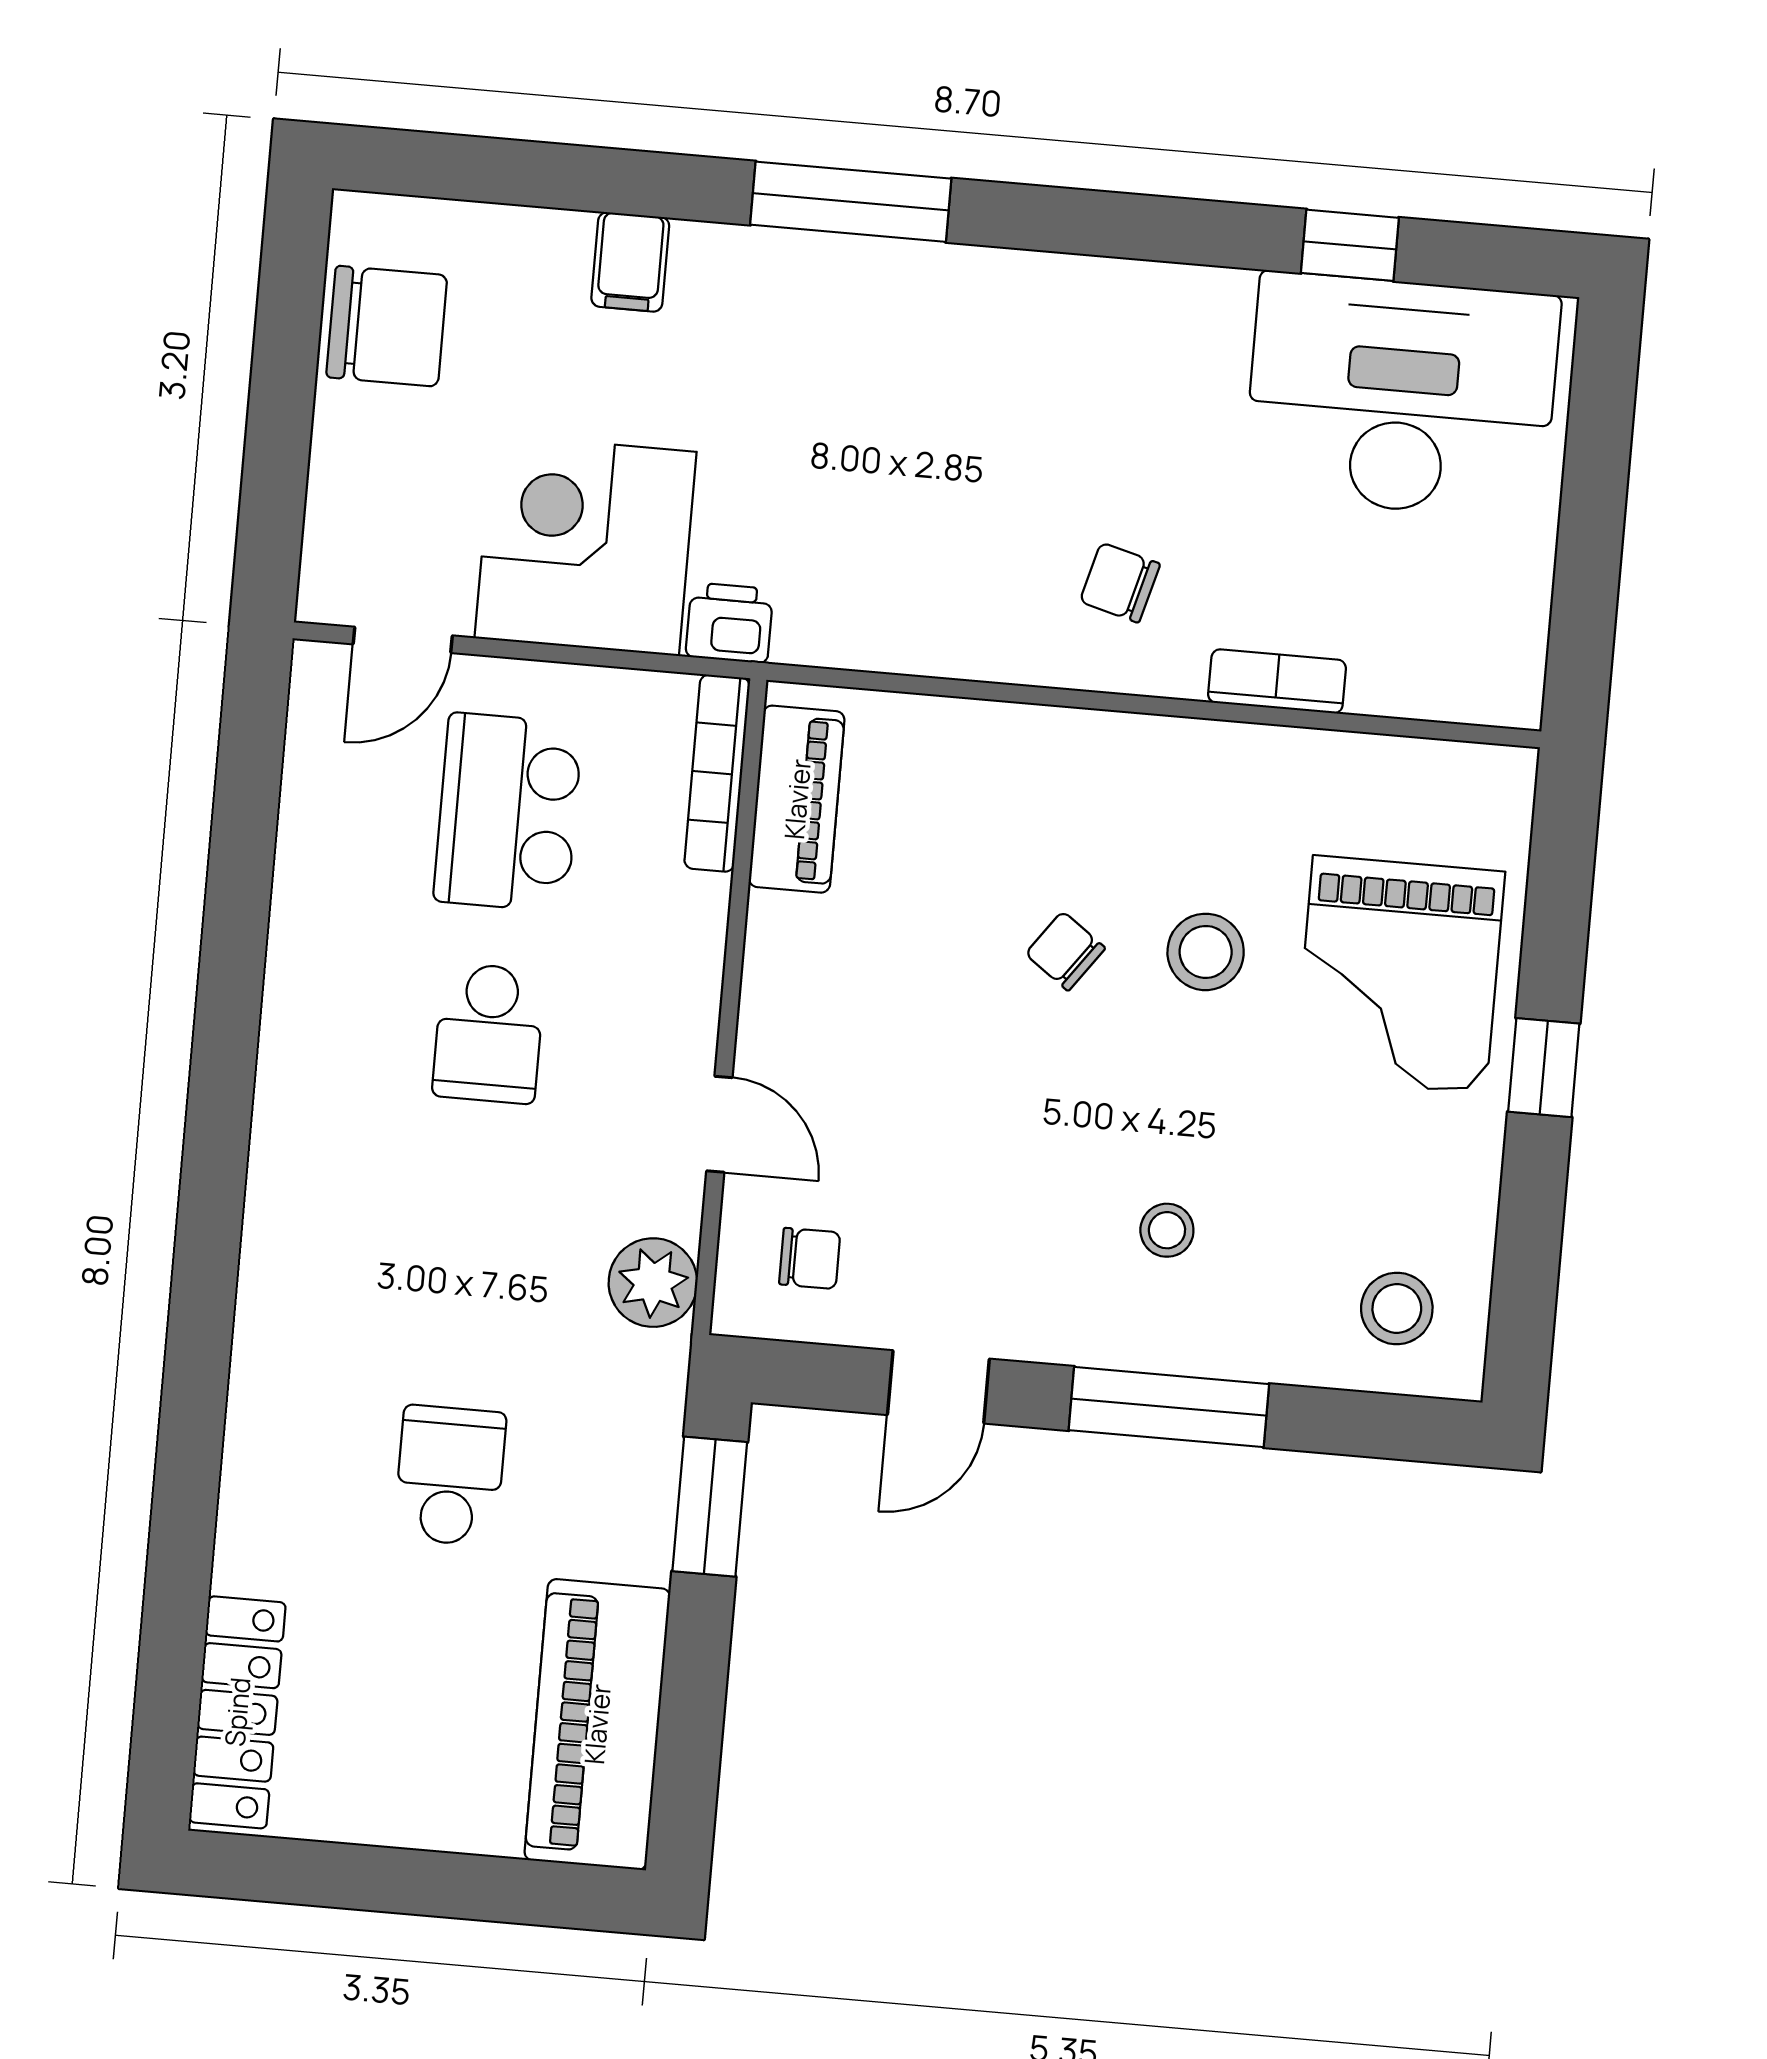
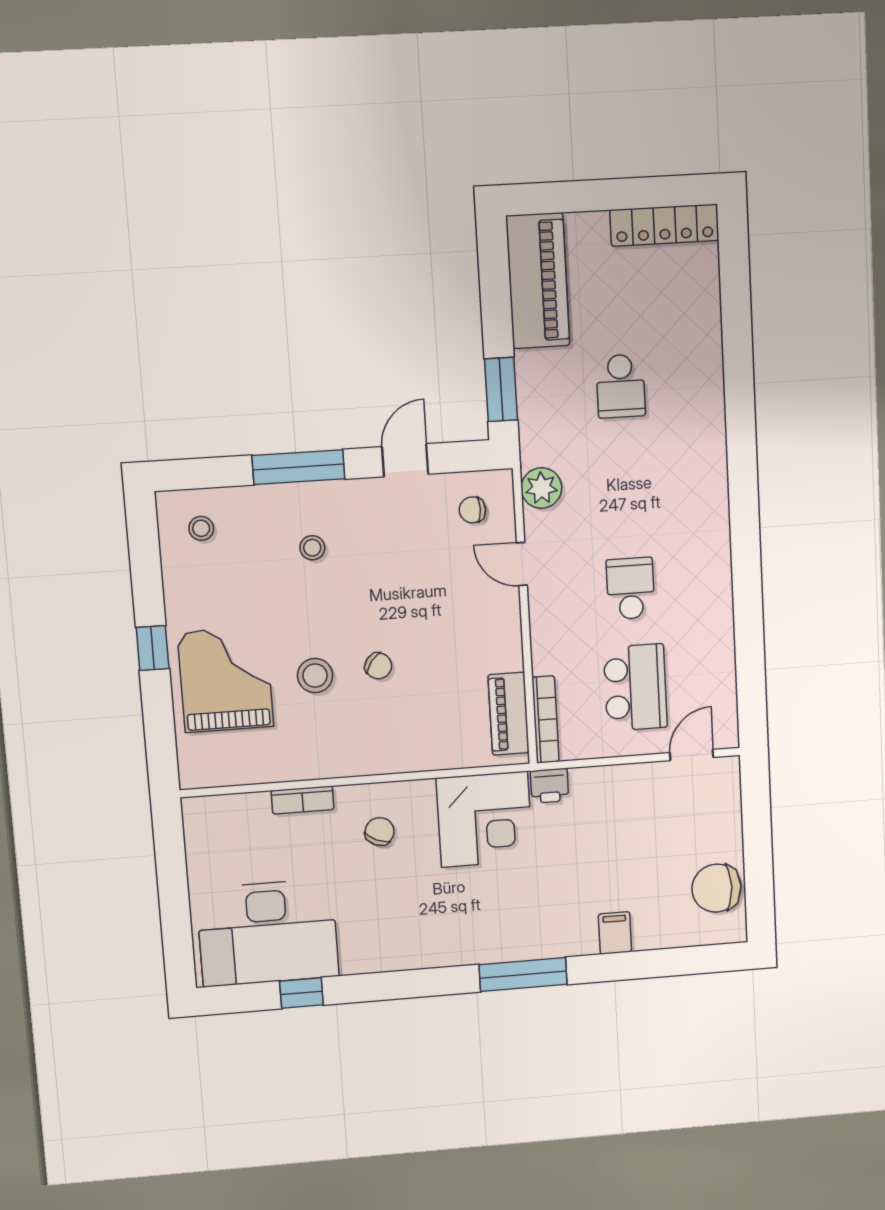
corner desk: (586, 545) -> (484, 819), moved
chair: (1120, 583) -> (380, 831), turned -81
stool: (1397, 1309) -> (201, 528), width x0.73, depth x0.73
locker: (237, 1712) -> (664, 225), moved, turned -90

